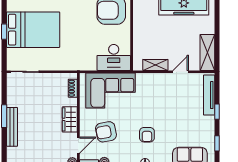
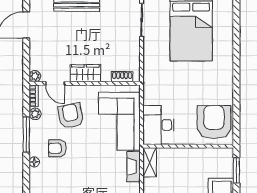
shelving: (155, 65) -> (150, 162), moved
fireplace: (149, 78) -> (134, 167), added
armchair: (147, 135) -> (57, 148), moved

